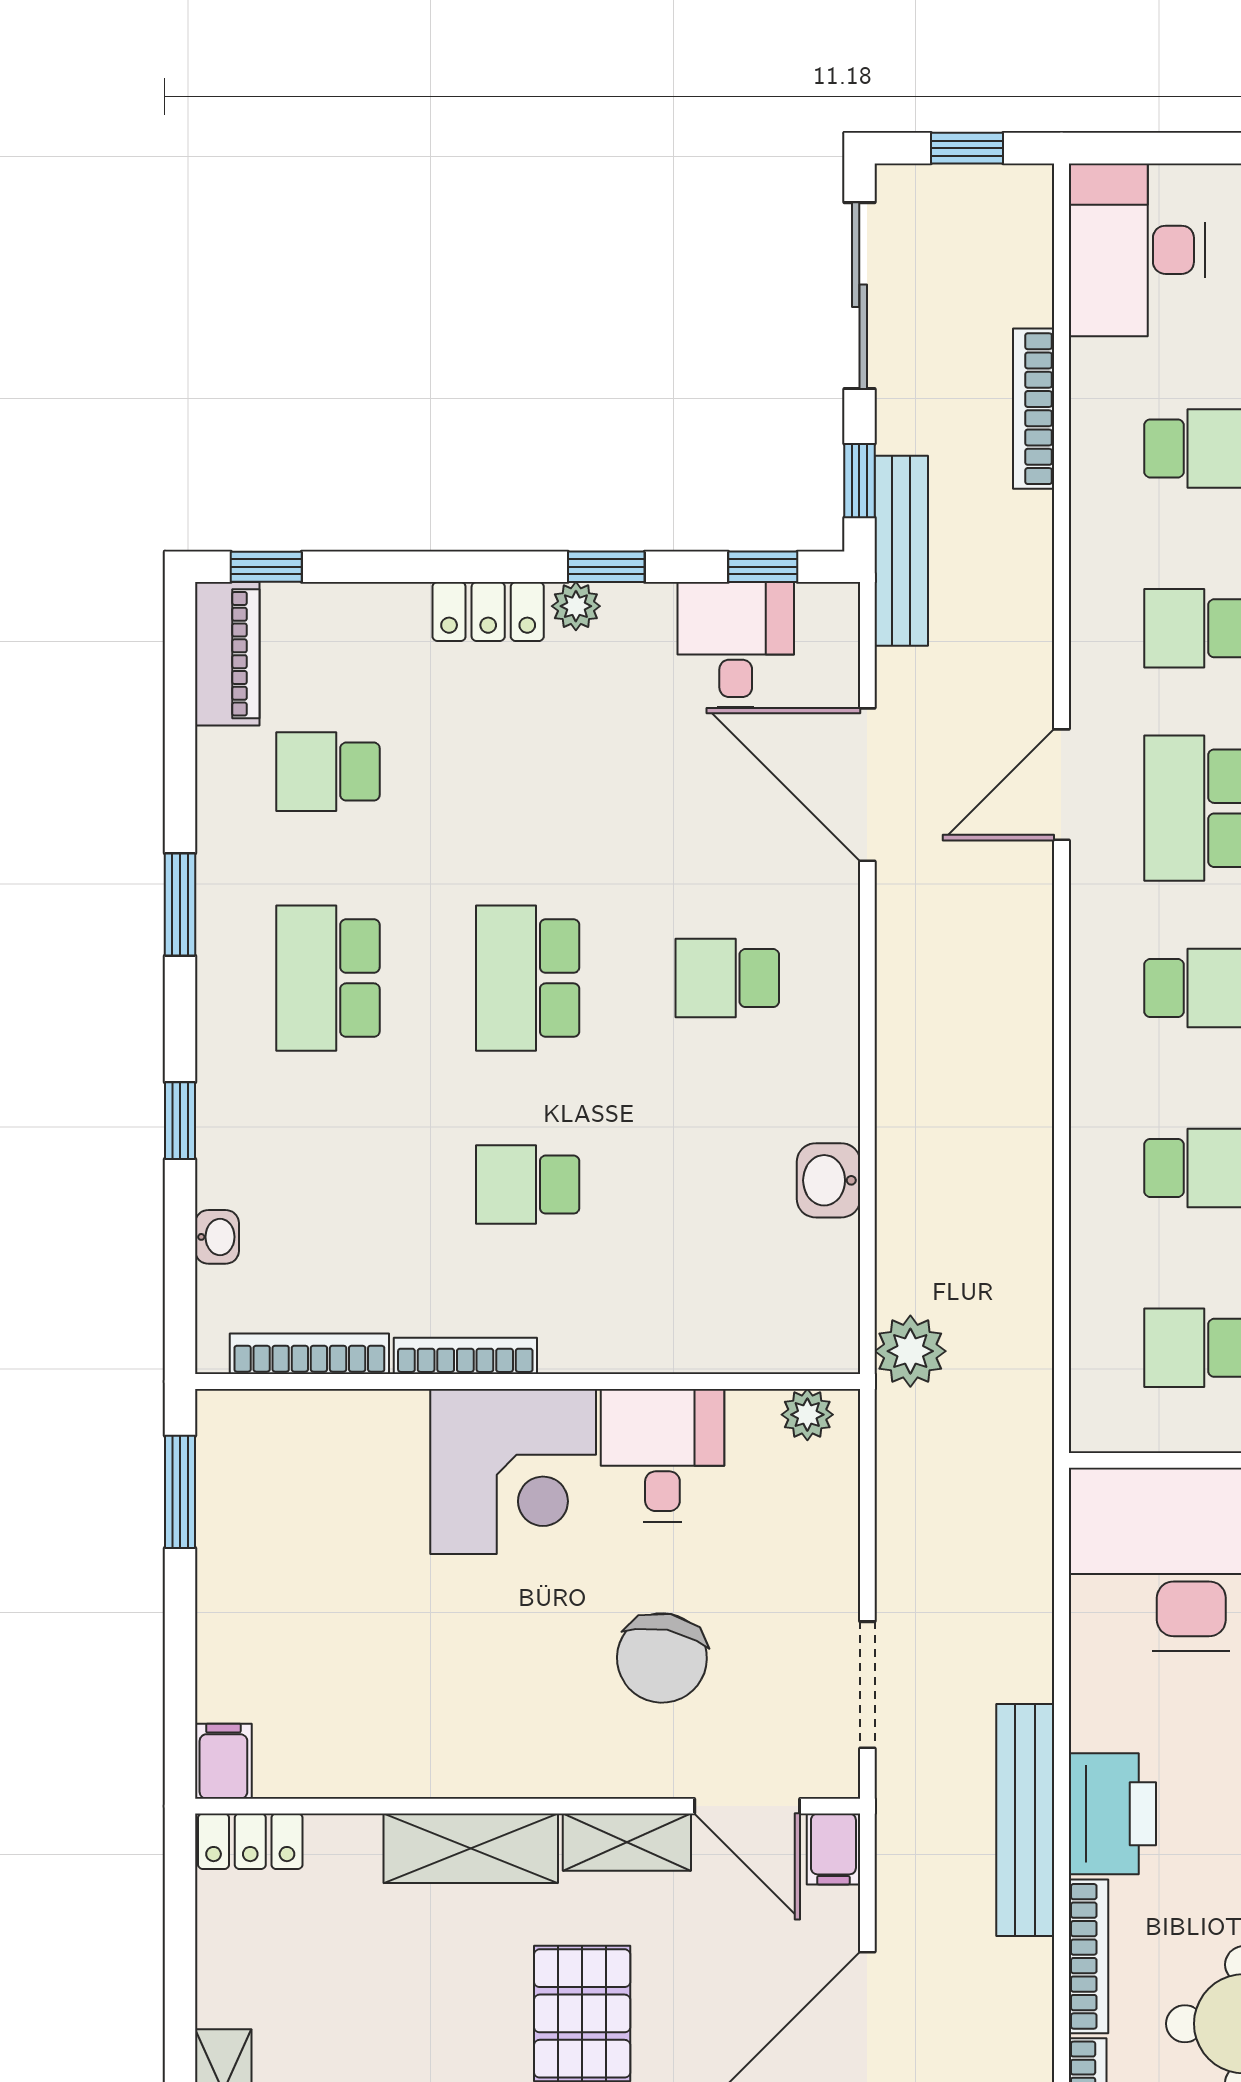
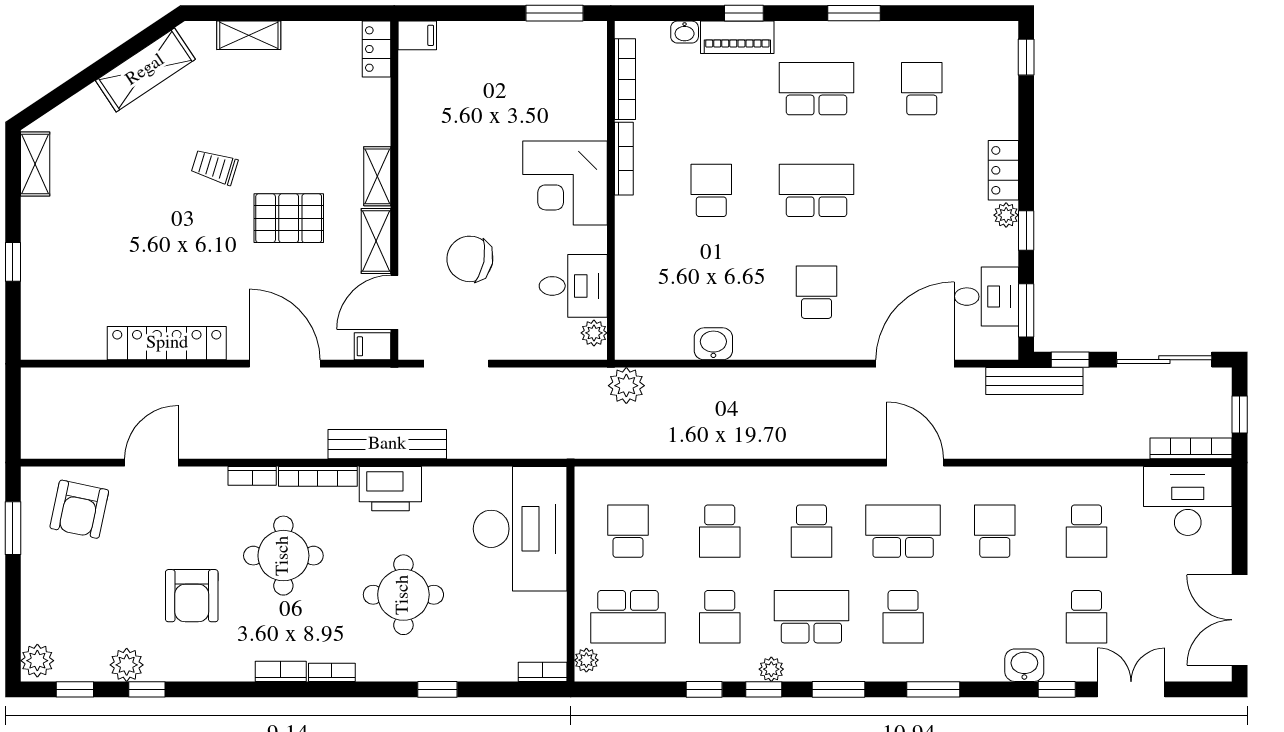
bookcase: (1034, 409) -> (1191, 448), moved
window: (763, 567) -> (1026, 310), width x1.50
piano: (227, 654) -> (737, 37), moved
desk: (662, 1455) -> (573, 286), moved
shelving: (471, 1848) -> (377, 176), width x0.67, depth x0.75

